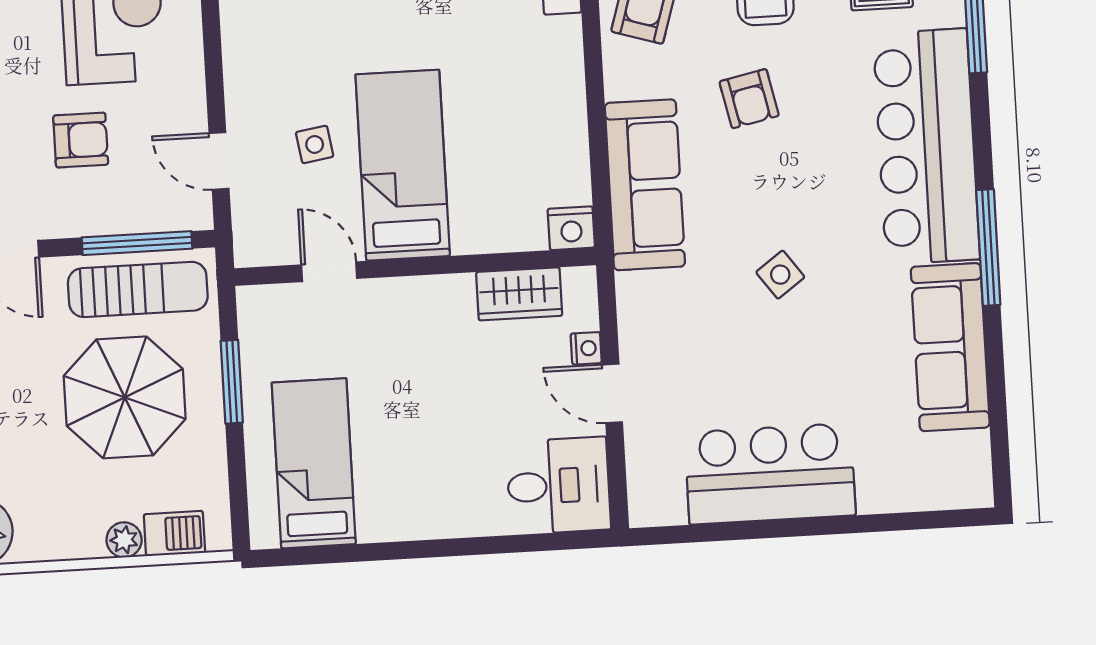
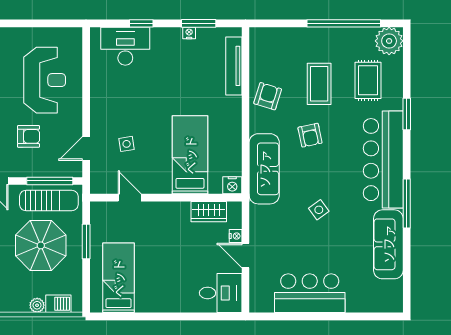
door: (219, 161) -> (86, 149), hinge flipped
bed: (403, 165) -> (190, 155), moved

